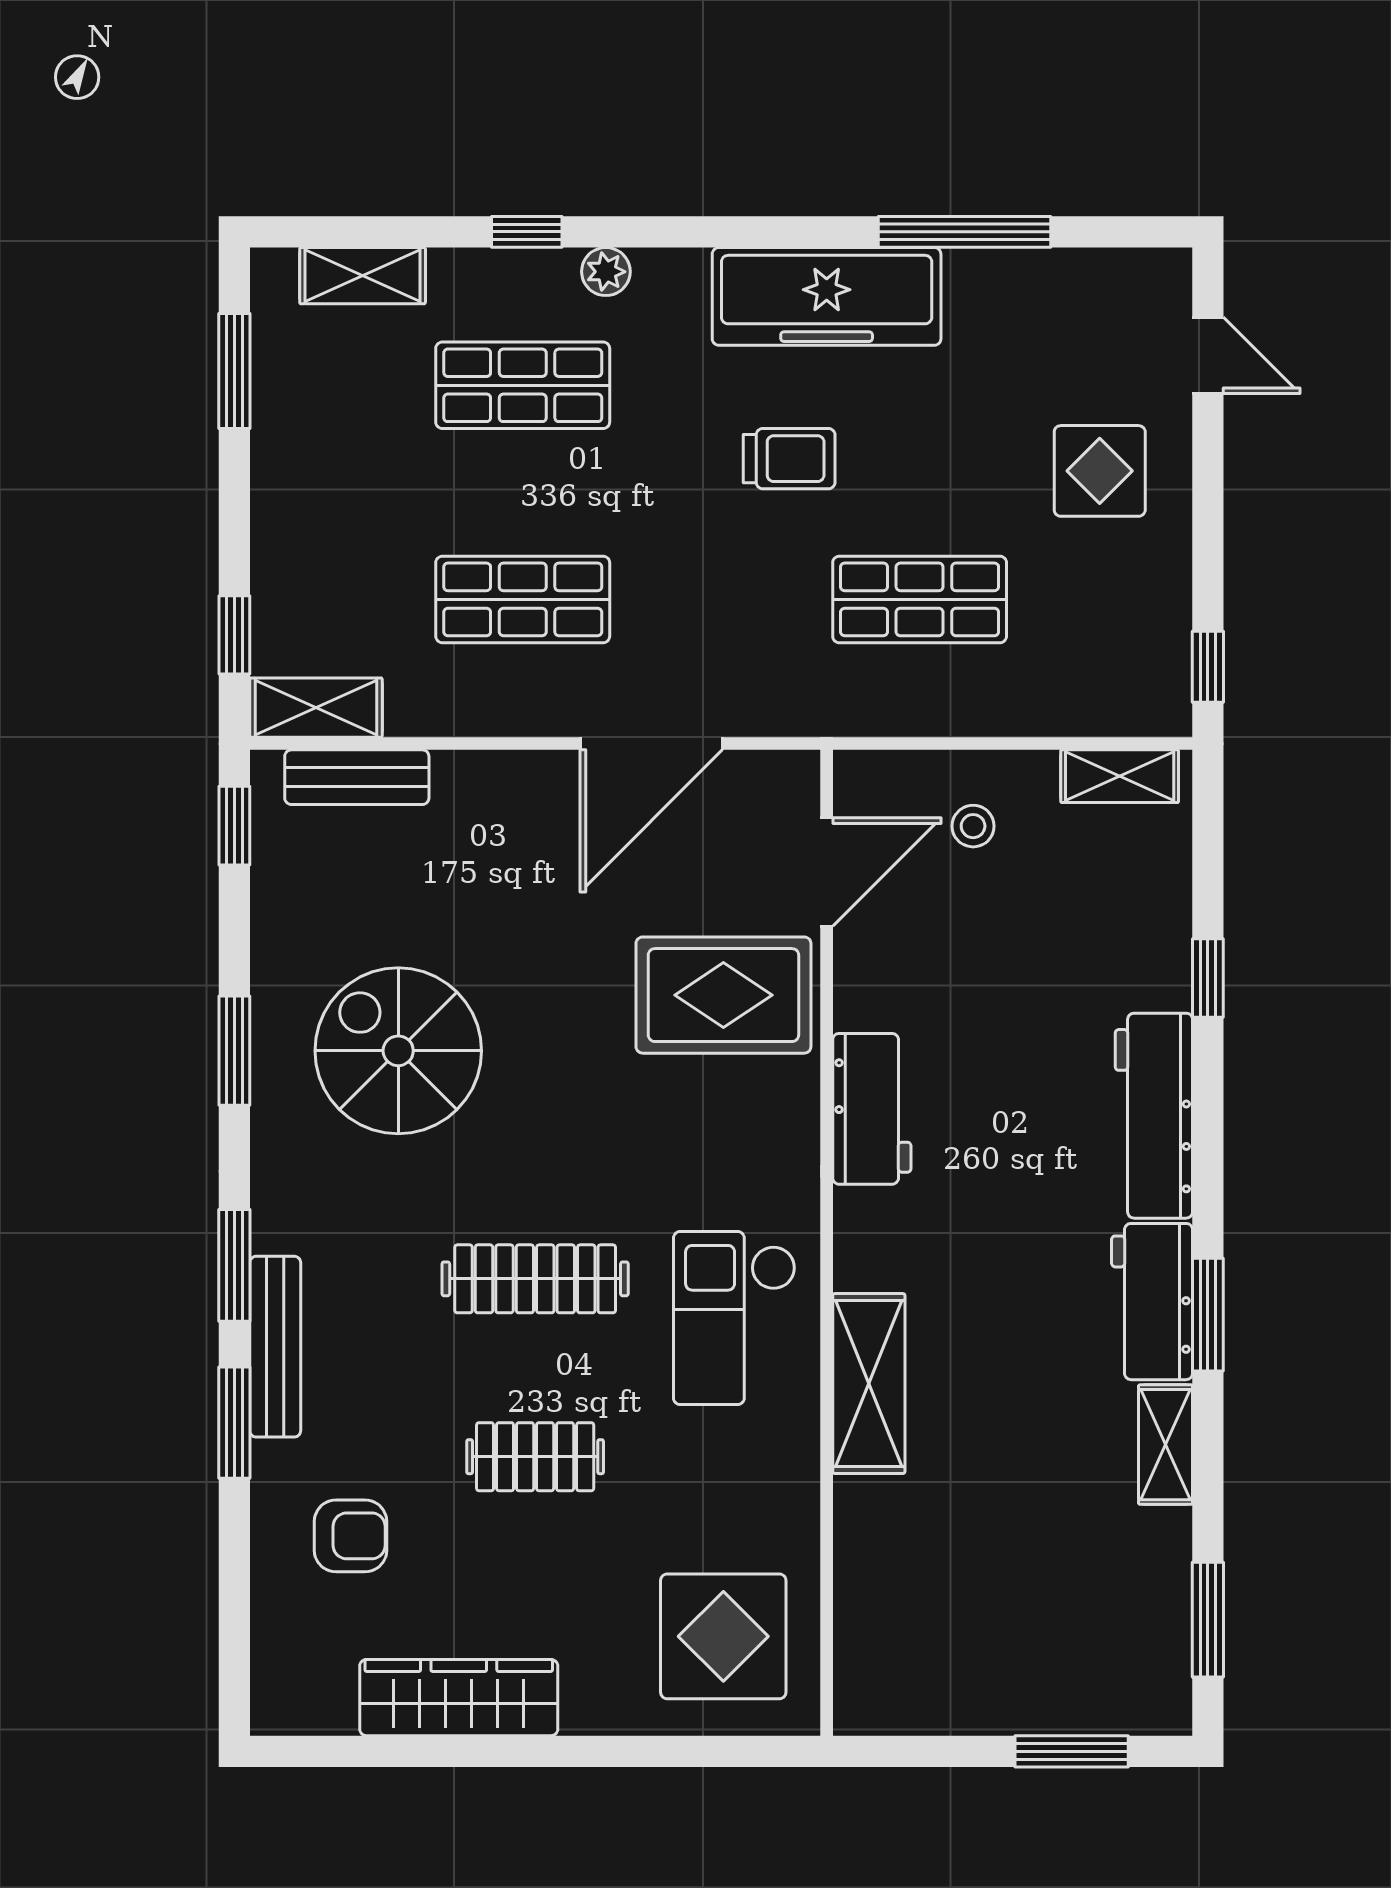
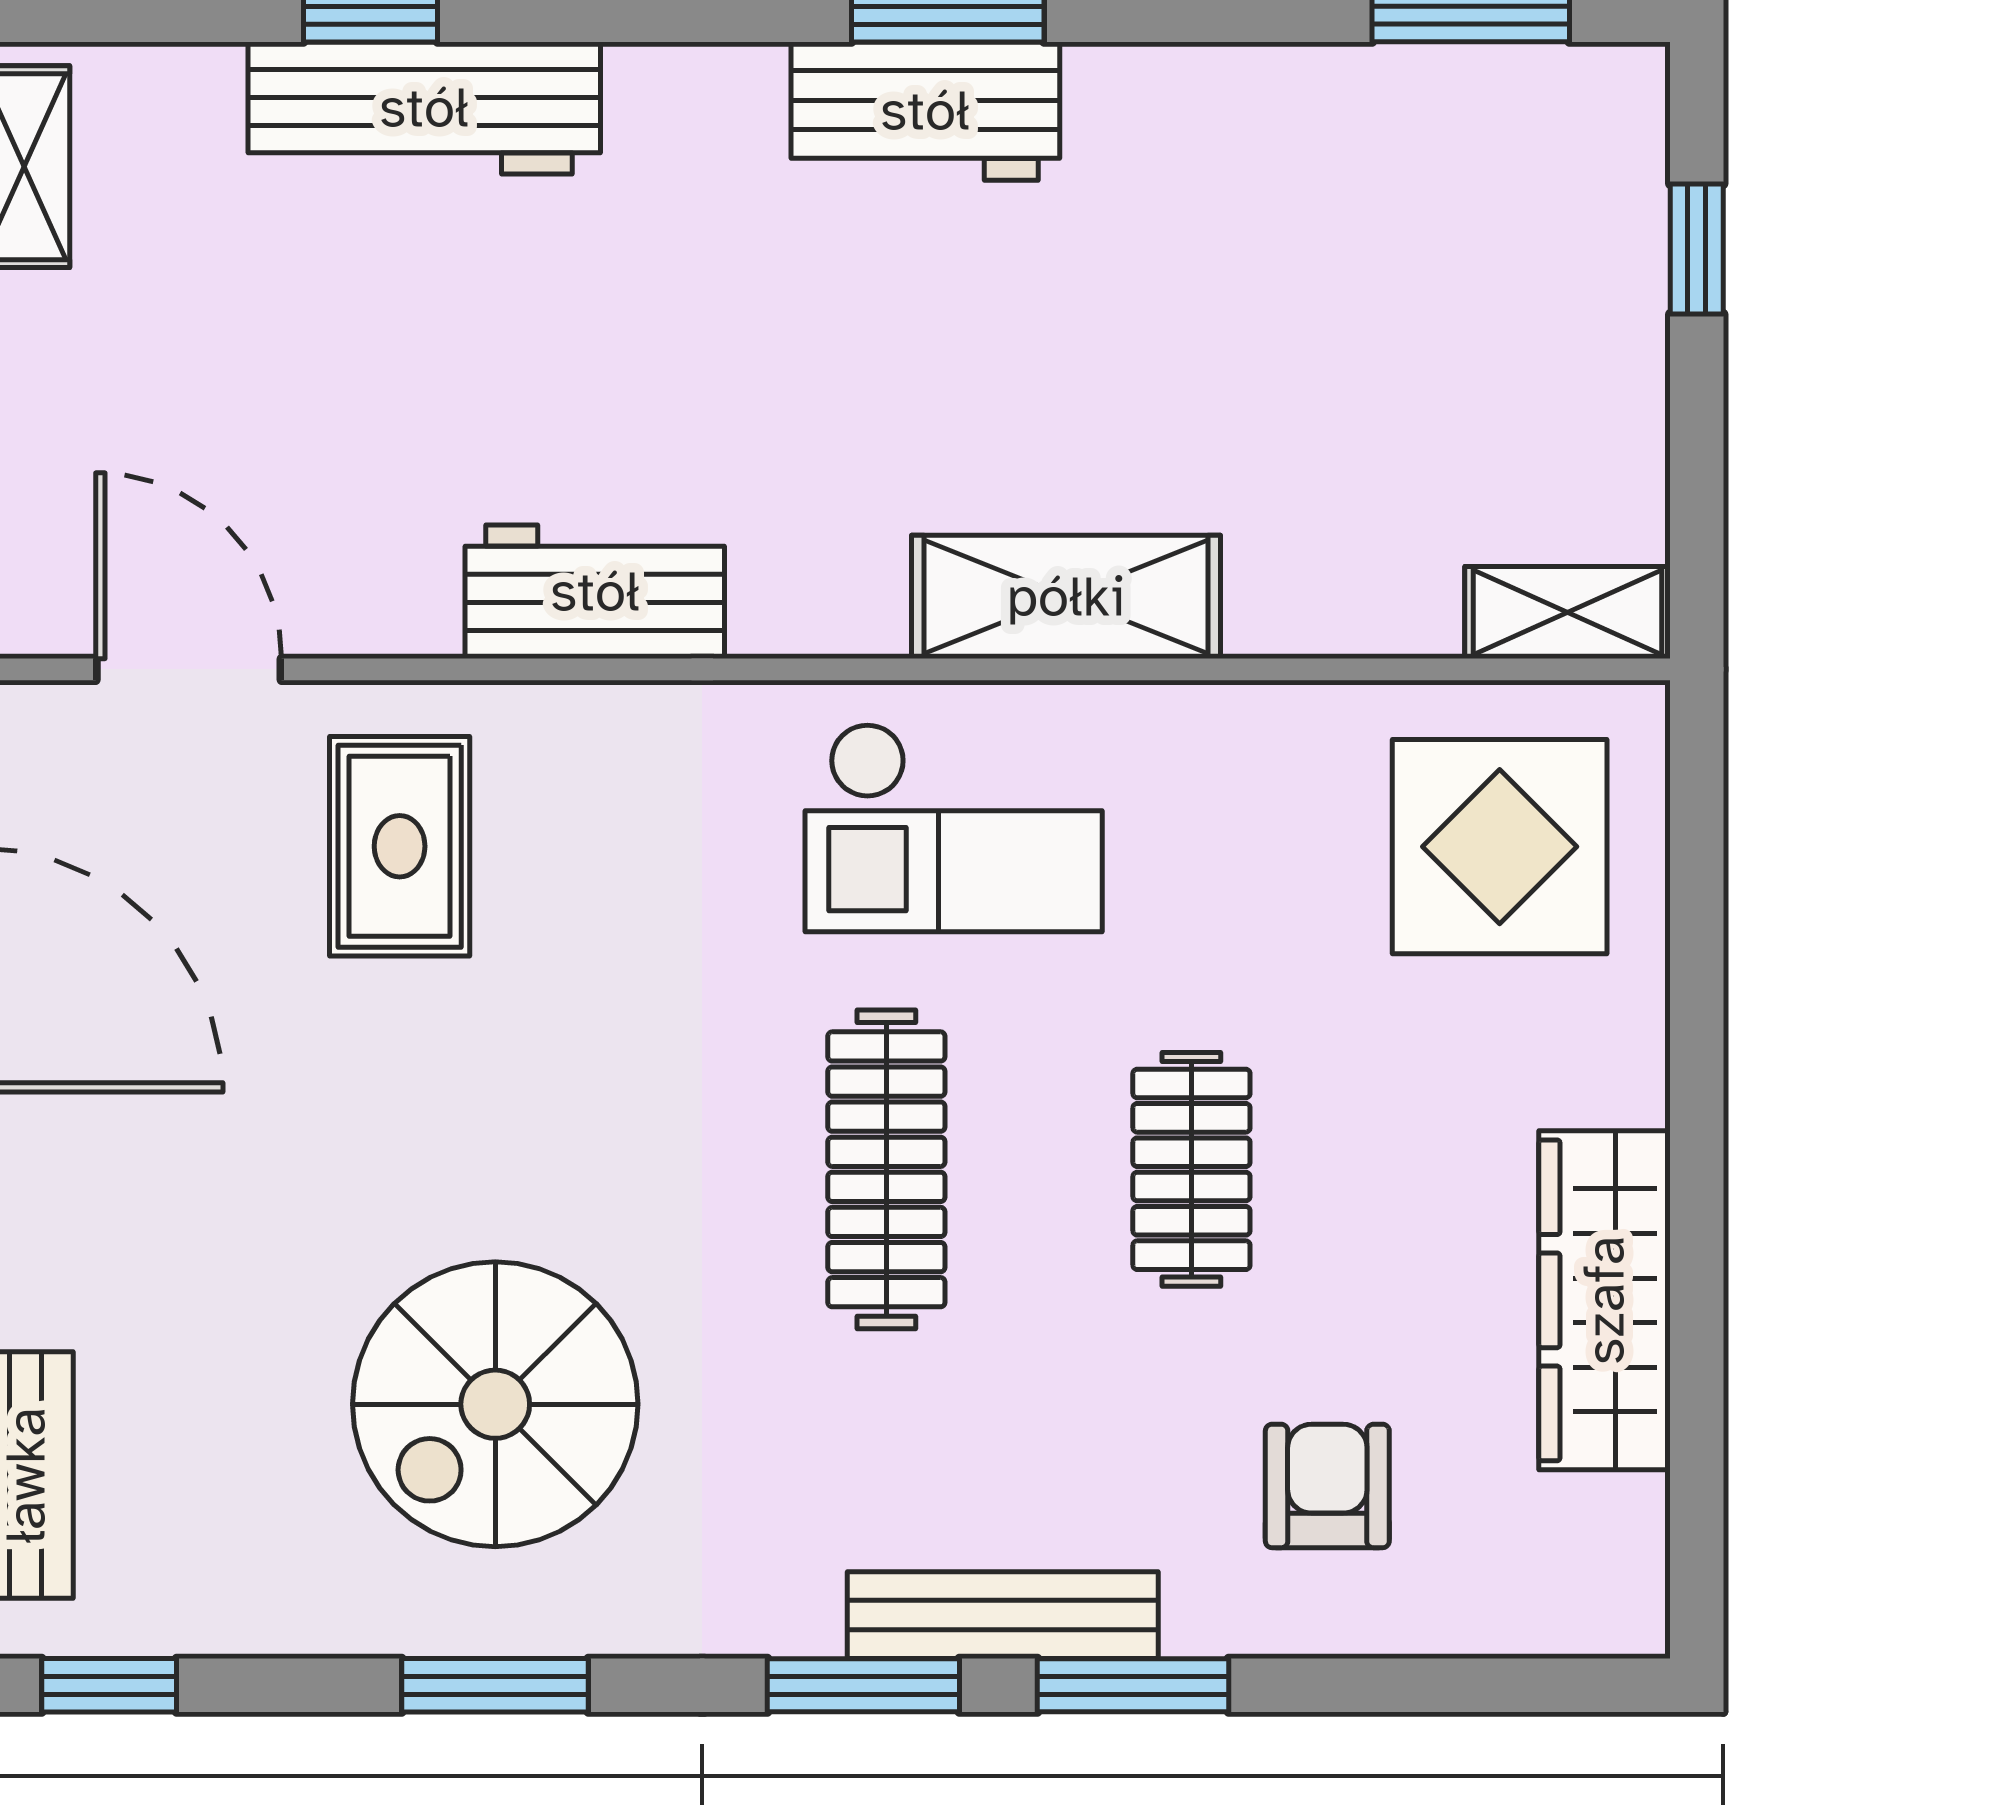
stool: (973, 826) -> (110, 418), removed
rug: (723, 995) -> (400, 846), width x0.73, depth x0.70
workbench: (1154, 1116) -> (424, 108), moved
shelving: (1166, 1445) -> (1568, 613), moved
window: (1072, 1751) -> (1697, 249), width x0.67

